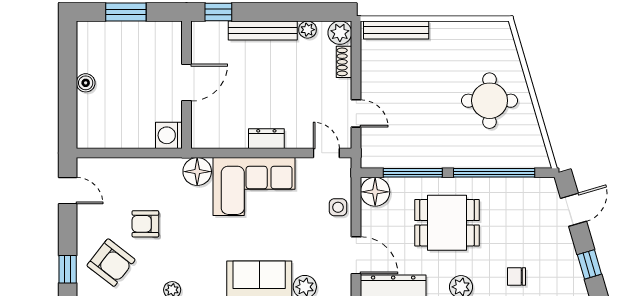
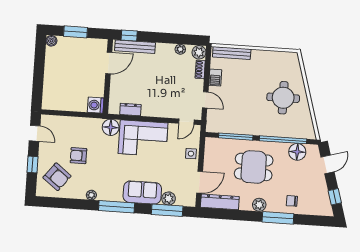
bench: (263, 30) -> (135, 47), moved
barbecue: (371, 74) -> (215, 78), added
boiler: (86, 83) -> (51, 41), moved
door: (187, 83) -> (109, 63), moved
dresser: (266, 139) -> (130, 109), moved
door: (326, 153) -> (186, 122), swing flipped
floor lamp: (375, 192) -> (297, 152), moved
door: (356, 255) -> (200, 182), hinge flipped
window: (68, 269) -> (32, 165), moved

